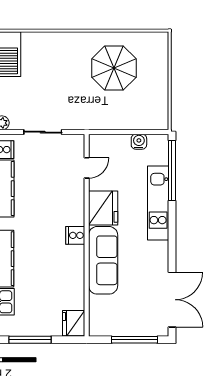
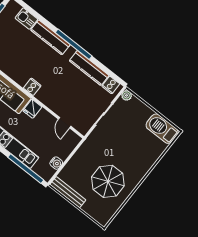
bench: (161, 103) -> (68, 192), added
fridge: (103, 208) -> (32, 109), width x0.53, depth x0.75

